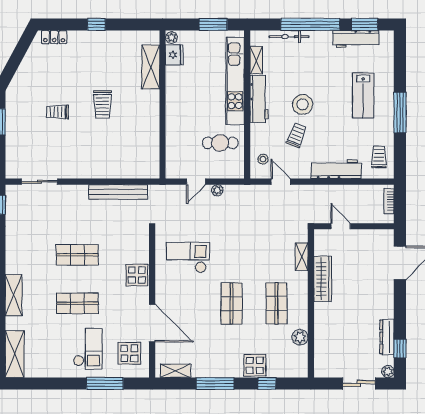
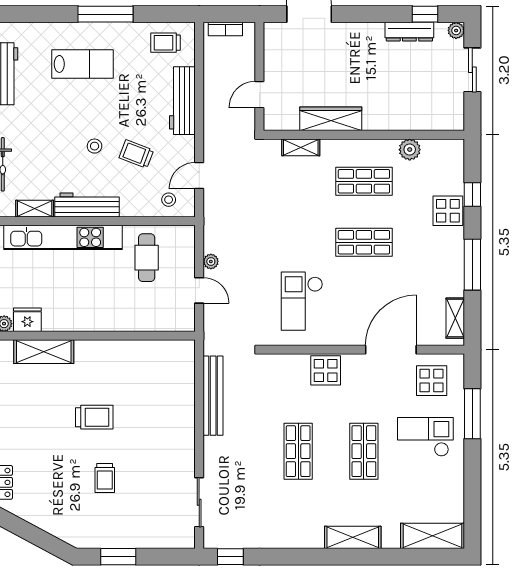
stool: (303, 104) -> (95, 146), width x0.53, depth x0.53

